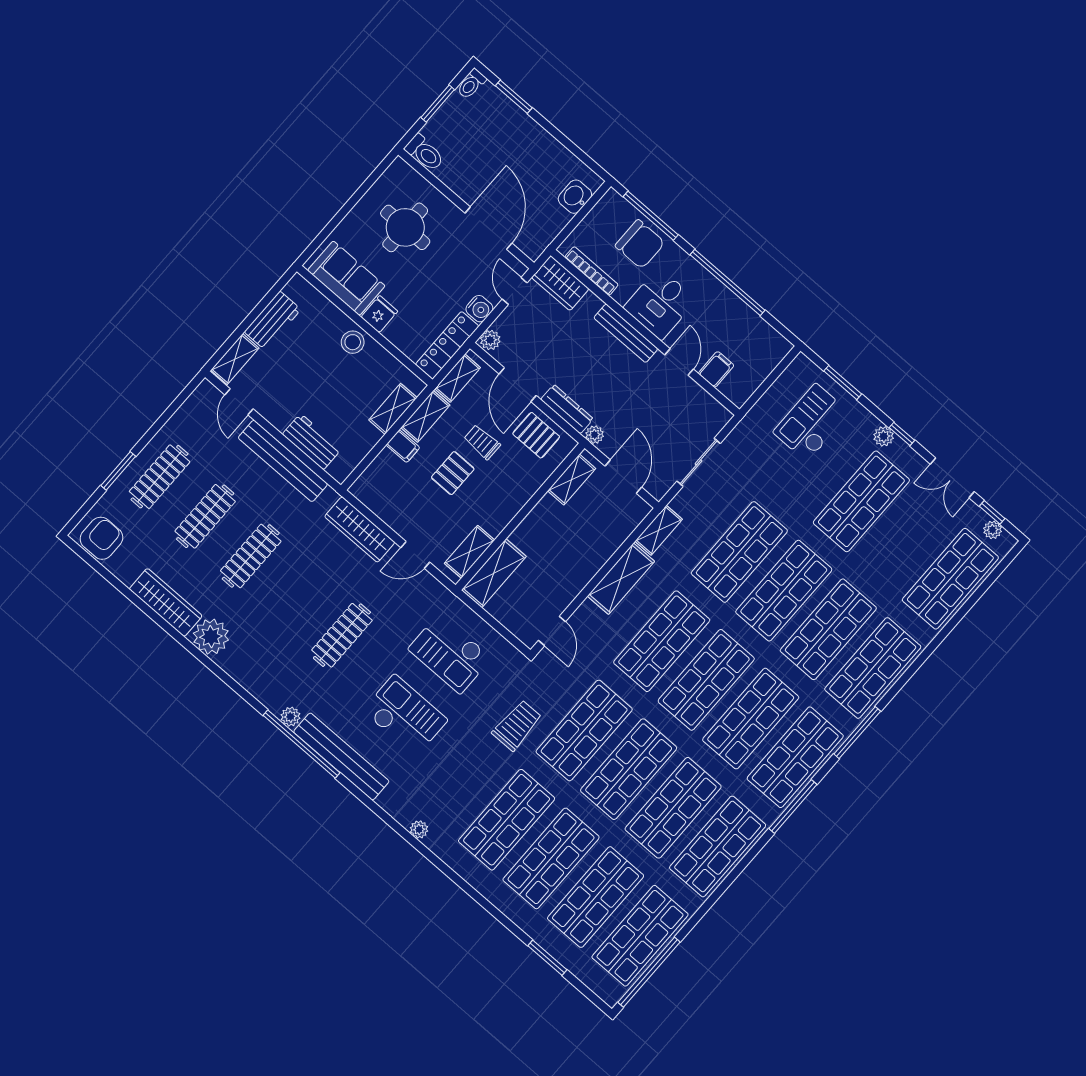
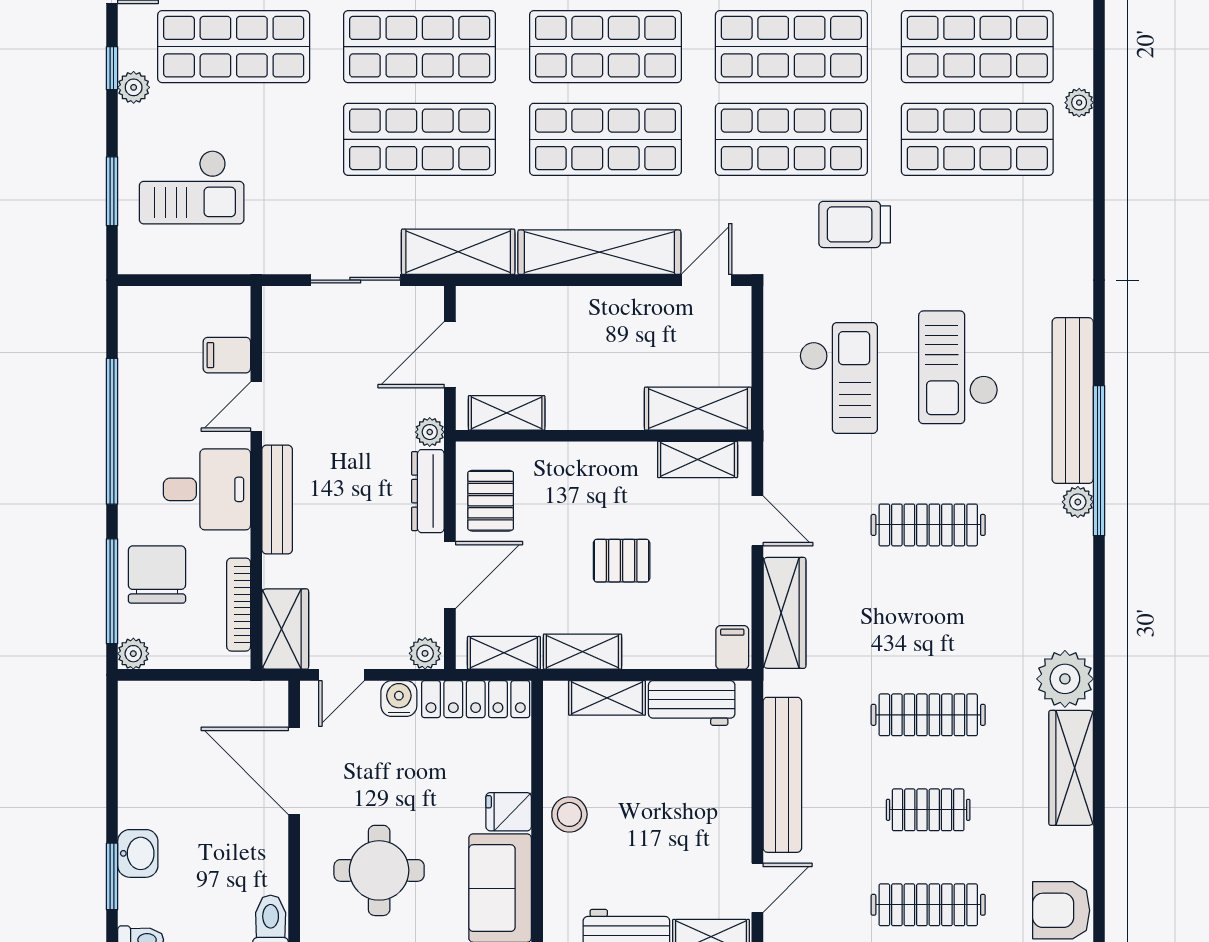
washbasin: (575, 197) -> (138, 853), moved, turned -90
plant: (612, 200) -> (133, 654), added
door: (488, 228) -> (294, 771), hinge flipped
workbench: (312, 442) -> (692, 703), moved, turned -90
trolley: (482, 442) -> (554, 558), removed
filing cabinet: (403, 446) -> (732, 647), moved
clothes rail: (205, 516) -> (928, 810), width x0.73
shelving: (659, 530) -> (458, 252), width x1.50, depth x1.33
shelving: (621, 579) -> (599, 252), width x1.47
plant: (419, 829) -> (1079, 103), moved

